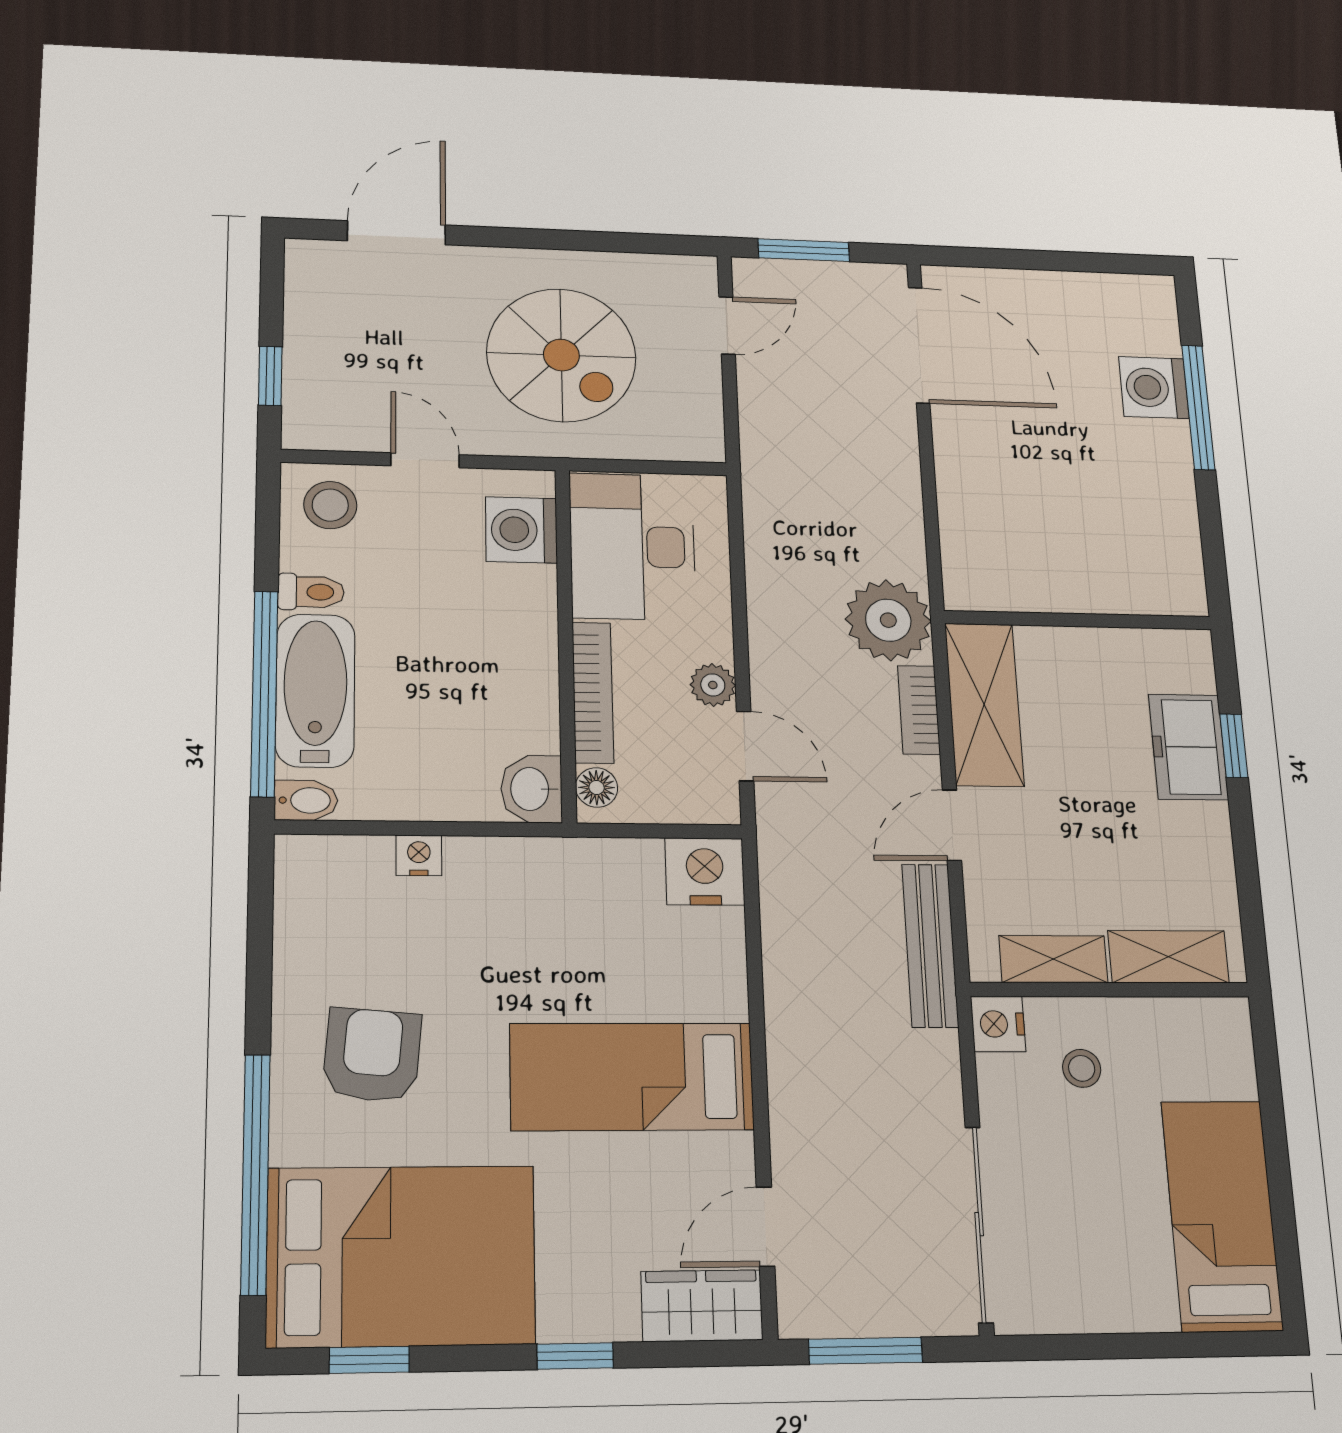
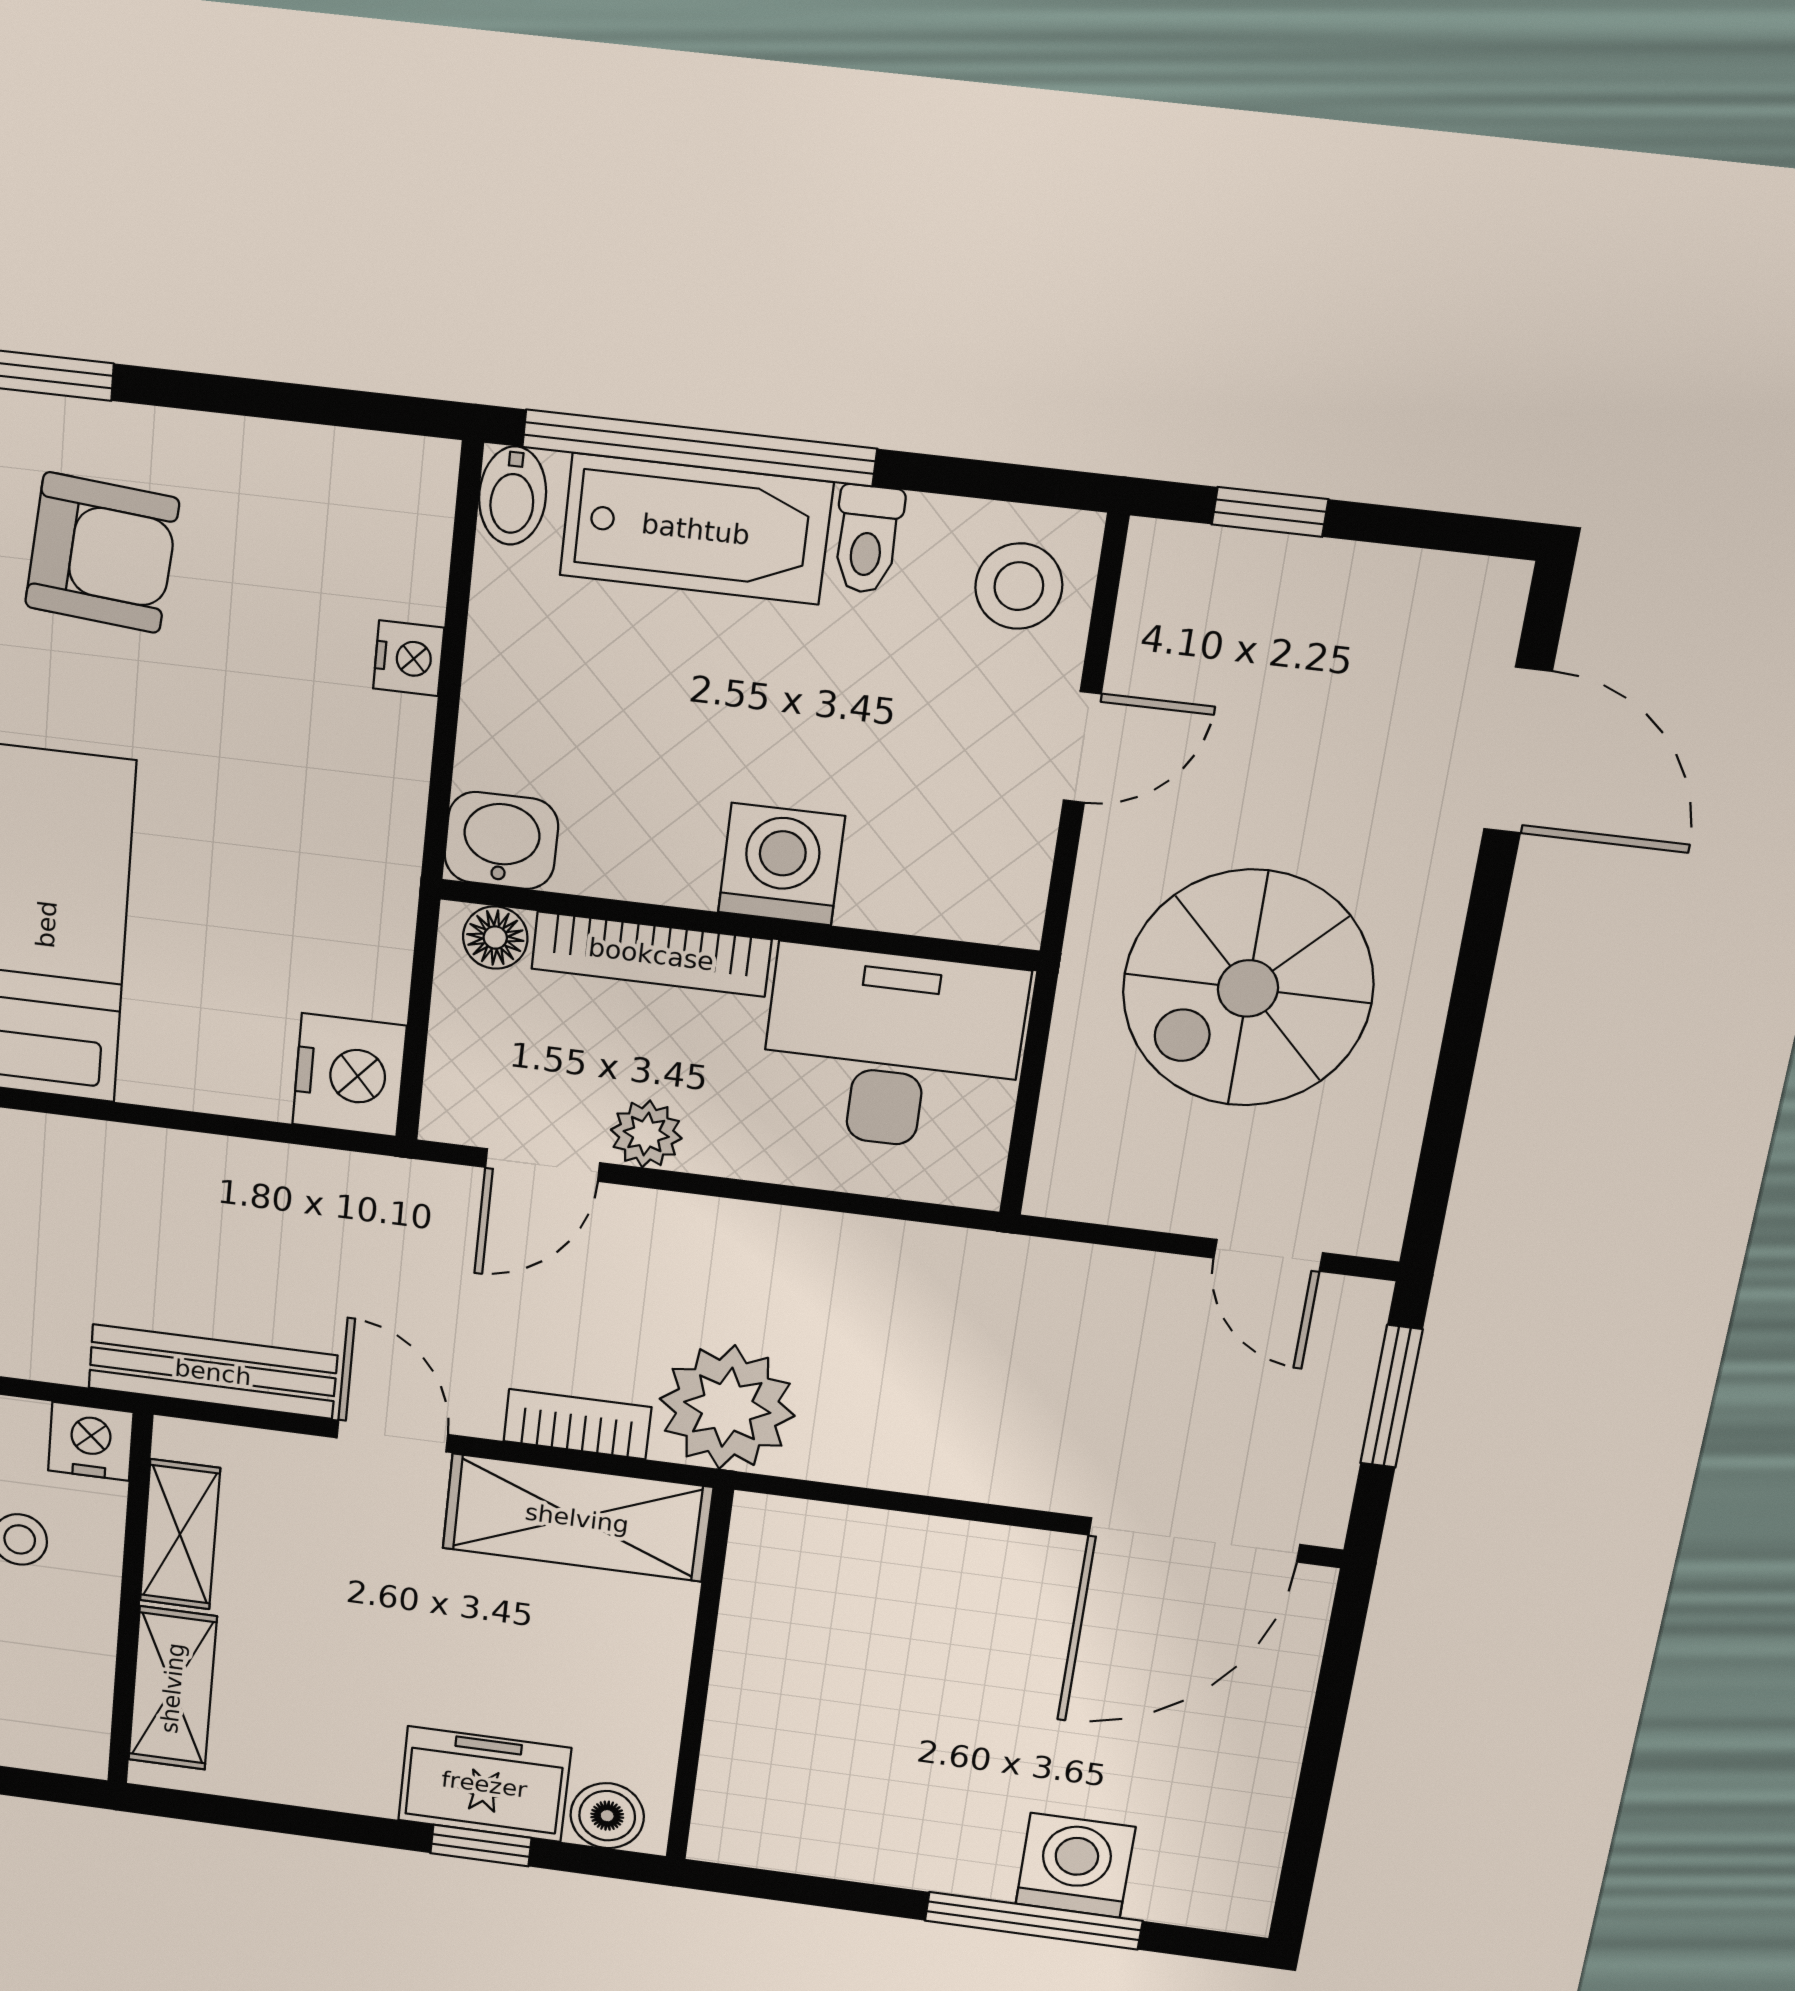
washing machine: (521, 530) -> (781, 864), moved
boiler: (1191, 668) -> (607, 1816), added

